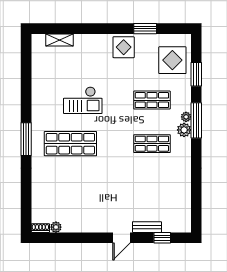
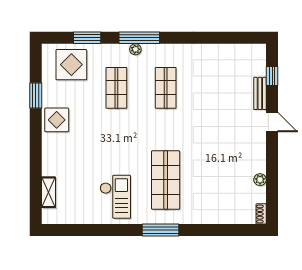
checkout: (83, 100) -> (115, 197), moved
plant: (184, 130) -> (150, 52), removed
plant: (56, 227) -> (260, 180), moved

